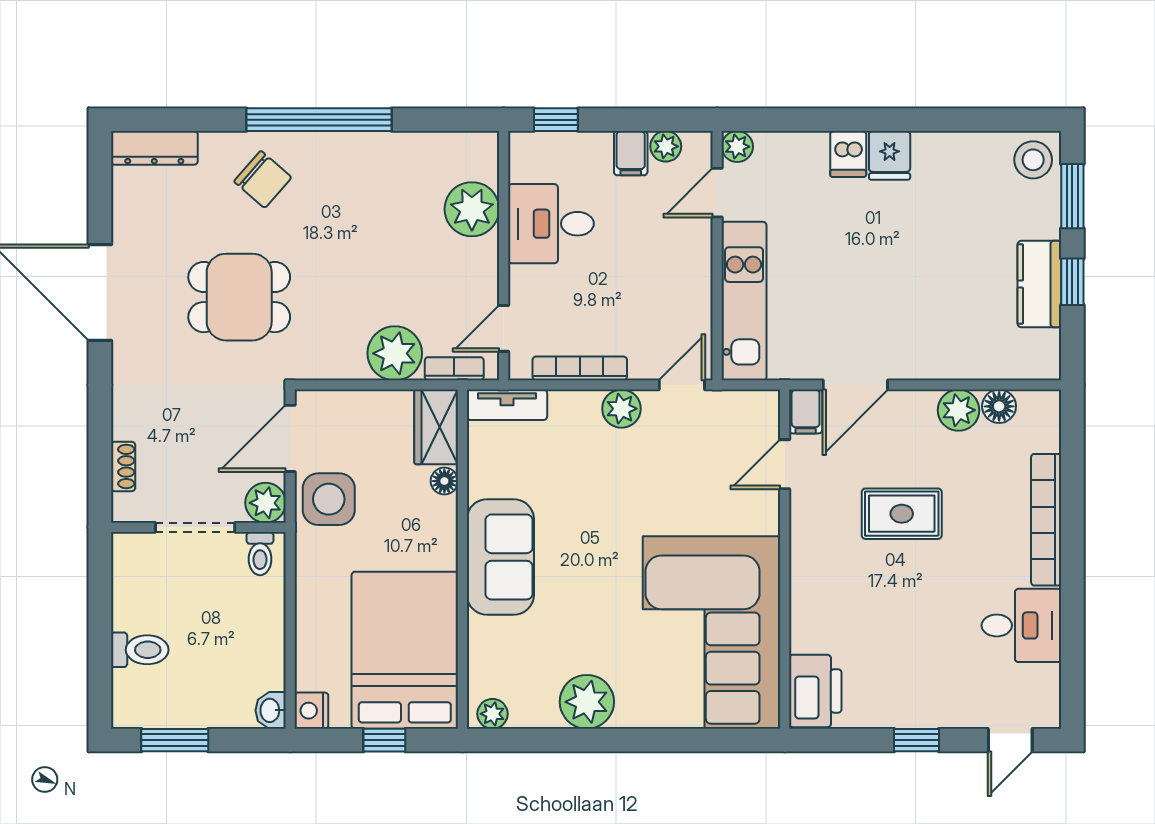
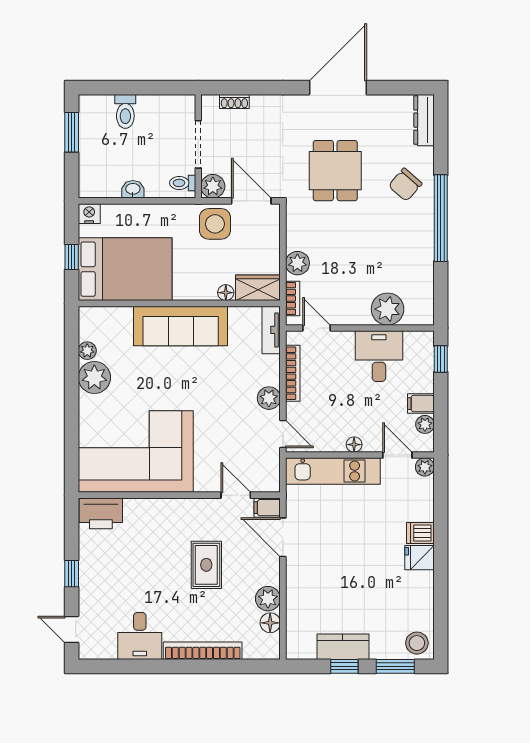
floor lamp: (700, 265) -> (354, 445), added
plant: (395, 353) -> (297, 263), width x0.73, depth x0.73
sofa: (500, 557) -> (181, 326), width x1.36
washbasin: (271, 710) -> (133, 189), moved
plant: (492, 714) -> (87, 351), moved

